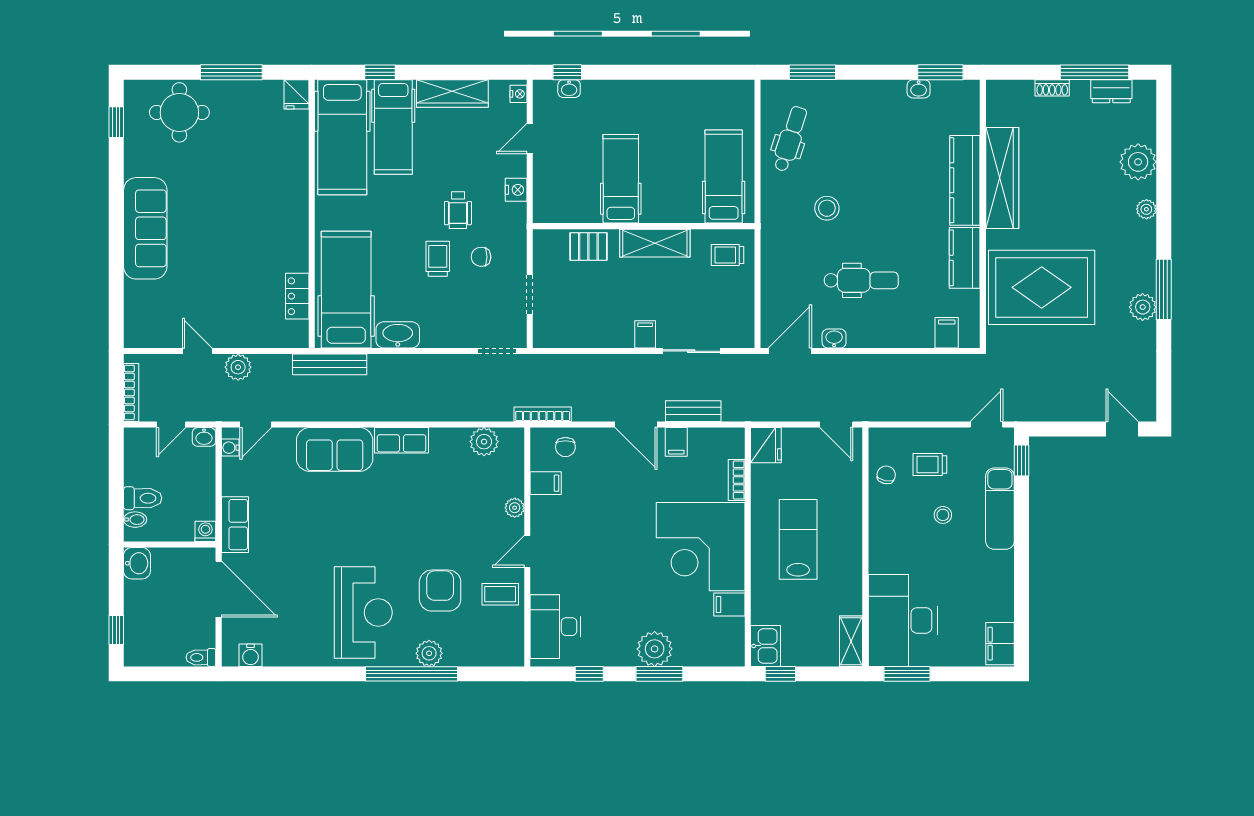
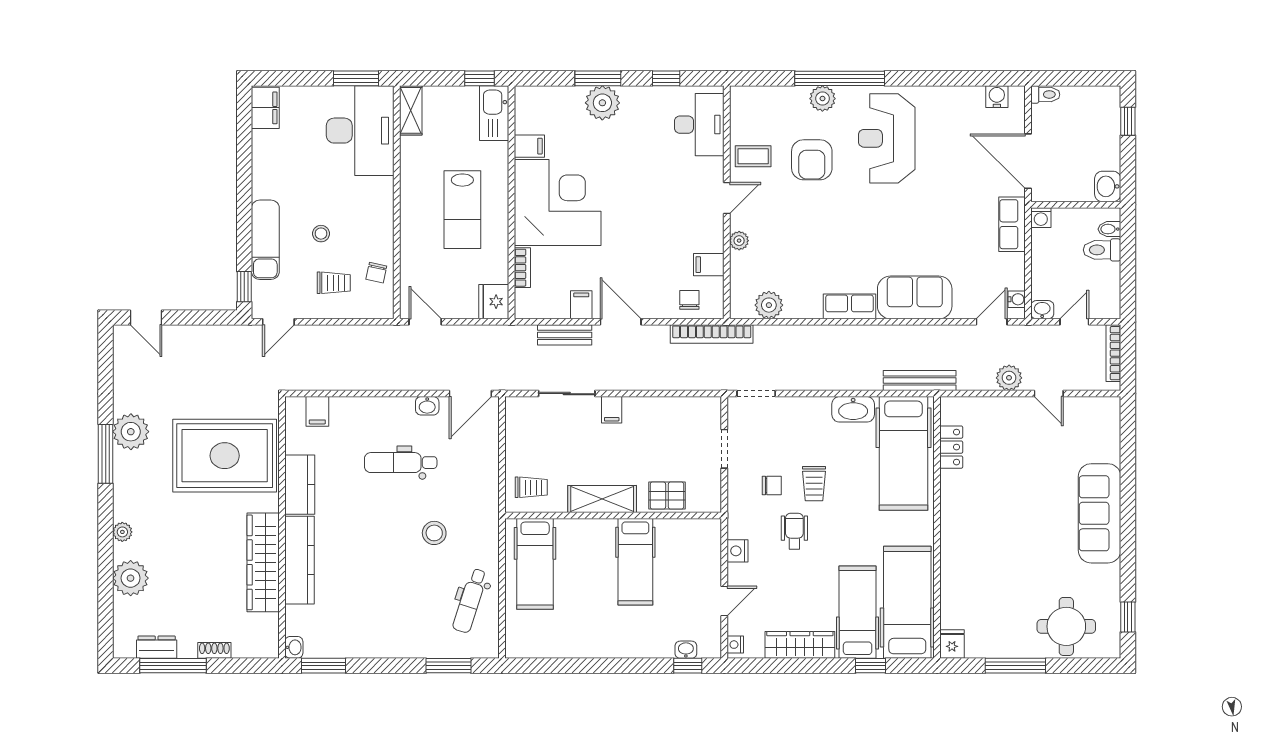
washbasin: (919, 89) -> (294, 647), moved, turned 90
plant: (1143, 307) -> (131, 432), width x1.36, depth x1.36
bookcase: (543, 414) -> (712, 334), width x1.48, depth x1.31
kitchen sink: (766, 646) -> (494, 113), width x1.38

